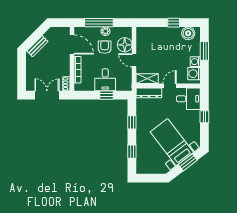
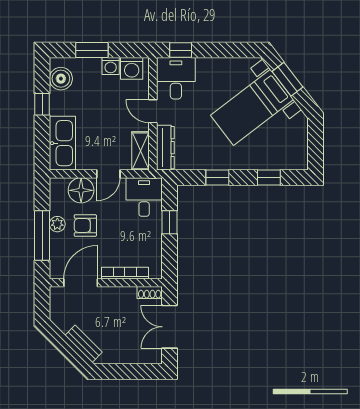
kitchen sink: (151, 34) -> (62, 143), added
desk: (105, 80) -> (144, 197), moved, turned -90
window: (204, 117) -> (181, 50), moved

